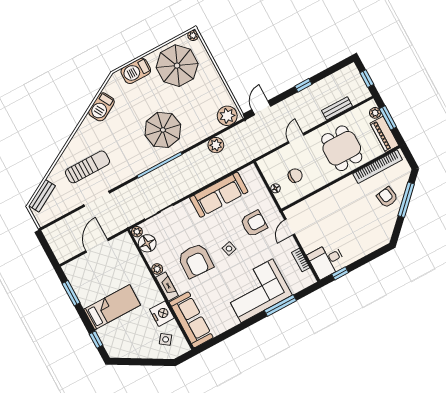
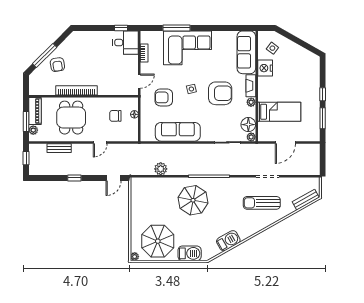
plant: (227, 116) -> (141, 185), removed
bookcase: (378, 167) -> (76, 90), moved
armchair: (196, 261) -> (220, 93), turned 88
bed: (112, 307) -> (279, 112), moved, turned 180
window: (96, 340) -> (323, 94), moved

